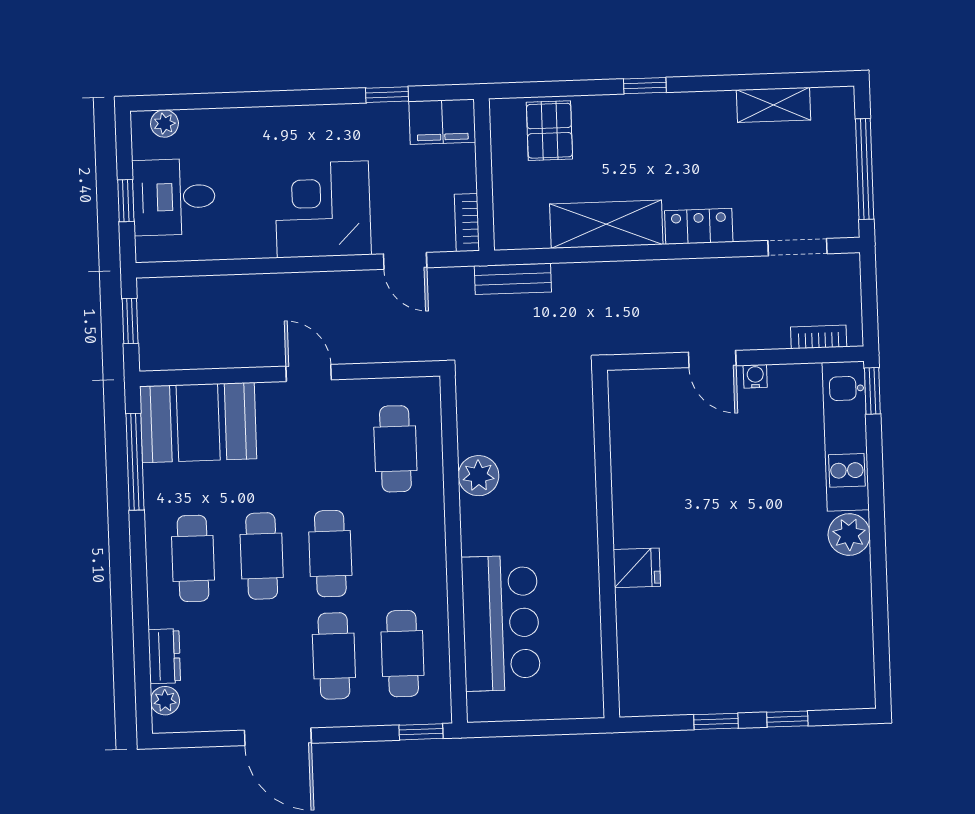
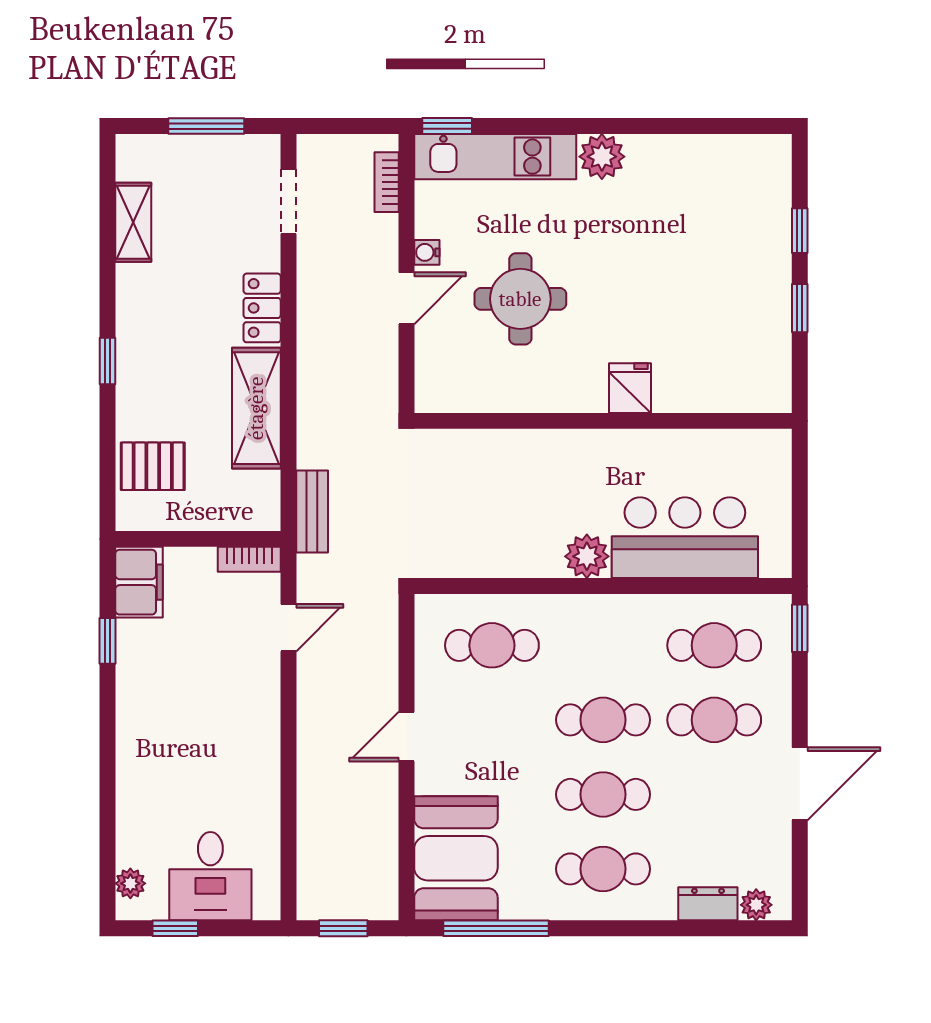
window: (865, 169) -> (206, 126), width x0.69
window: (126, 201) -> (175, 928), moved
corner desk: (323, 209) -> (229, 715), removed
round table: (715, 464) -> (520, 299), added
plant: (478, 476) -> (587, 556), moved

